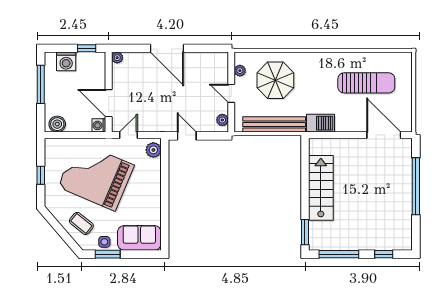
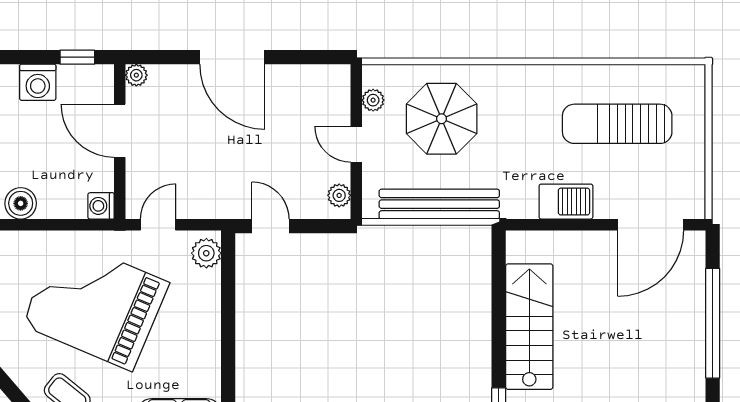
sun lounger: (366, 83) -> (617, 124), turned 180
door: (109, 103) -> (120, 131), moved
barbecue: (320, 123) -> (566, 202), moved
door: (384, 135) -> (651, 225), swing flipped

